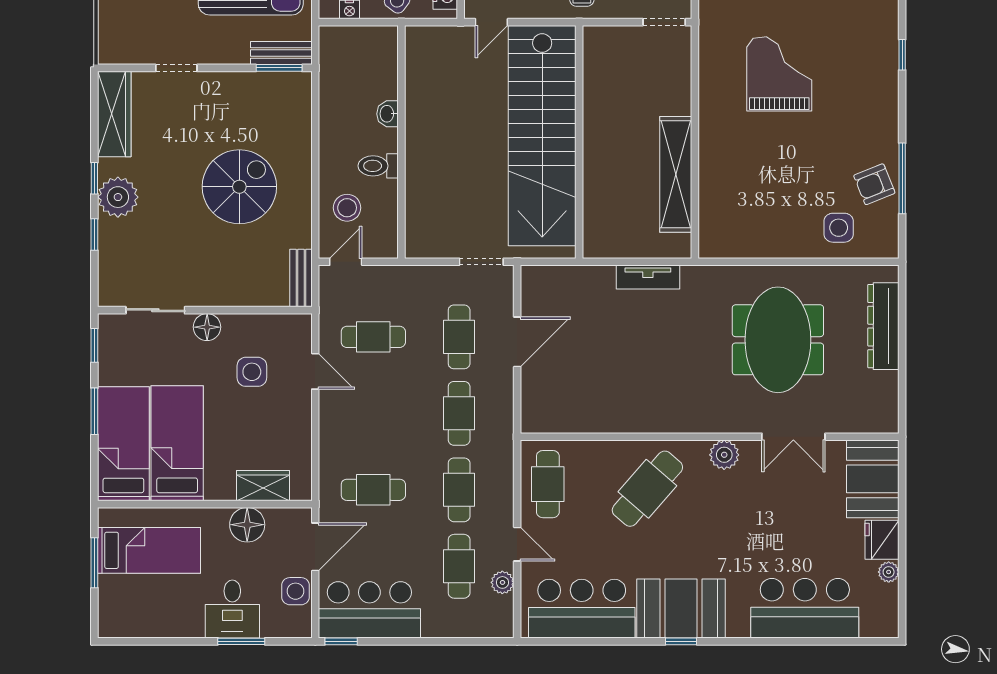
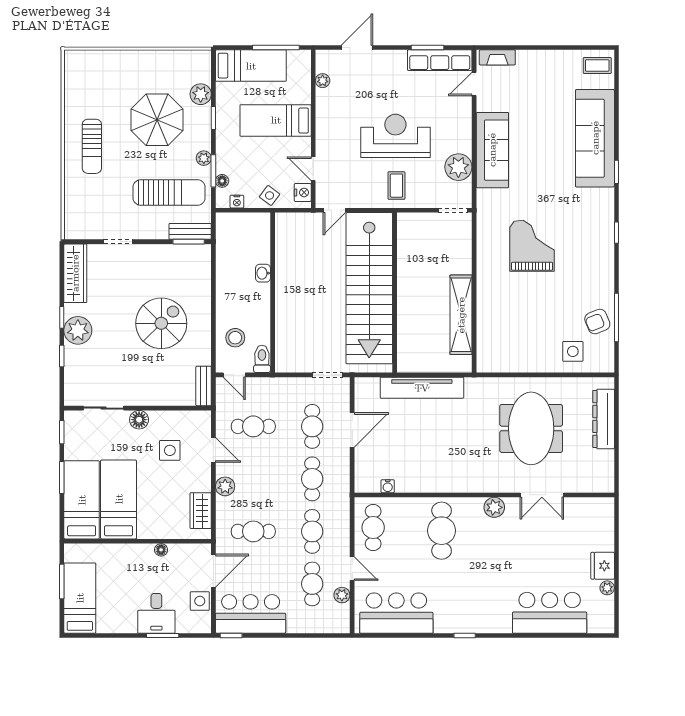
toilet: (378, 166) -> (262, 359), moved, turned 90
door: (346, 262) -> (234, 375), swing flipped
tv unit: (648, 277) -> (422, 388), width x1.92, depth x1.29
plant: (332, 424) -> (225, 486), added
water cooler: (569, 424) -> (388, 486), added
booth: (873, 479) -> (596, 524), removed
wardrobe: (263, 486) -> (201, 511), moved, turned -90
cafe table: (647, 489) -> (442, 531), turned -41
floor lamp: (247, 525) -> (161, 550), width x0.53, depth x0.53
bed: (149, 550) -> (80, 598), moved, turned -90
booth: (681, 609) -> (465, 613), removed

